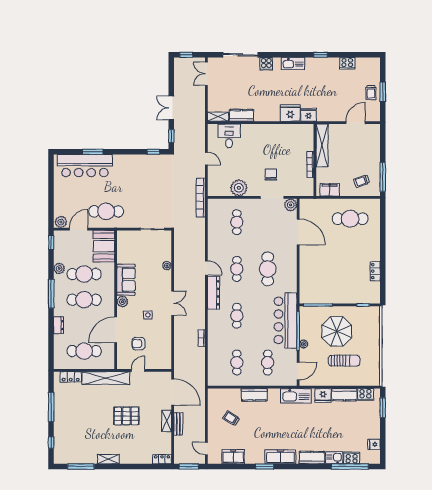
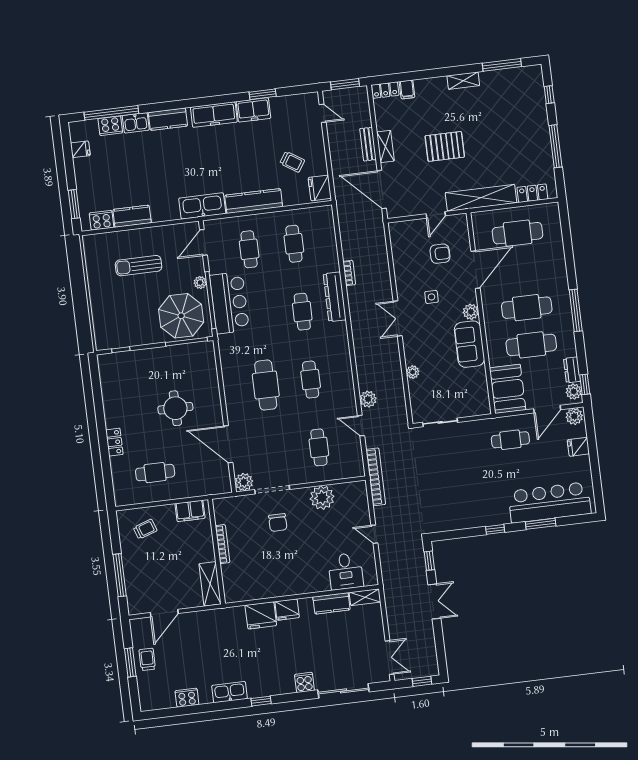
window: (320, 55) -> (261, 701), moved
kitchen sink: (293, 64) -> (229, 692), moved
fridge: (309, 115) -> (287, 610), moved
shelving: (322, 145) -> (210, 584), width x0.68
window: (153, 152) -> (495, 529), moved
window: (383, 177) -> (120, 575), moved
fridge: (61, 201) -> (578, 447), added
cafe table: (106, 211) -> (510, 440), width x0.73, depth x0.74
cafe table: (350, 219) -> (155, 473), width x0.73, depth x0.74
plant: (199, 251) -> (368, 399), added
round table: (331, 261) -> (175, 408), added
plant: (59, 268) -> (574, 392), moved
door: (206, 268) -> (361, 426), moved
locker: (375, 271) -> (114, 442), moved
dresser: (214, 293) -> (335, 297), moved
bar counter: (286, 320) -> (229, 303), width x0.73
dresser: (59, 325) -> (572, 370), moved
parasol: (337, 331) -> (181, 316), moved
kitchen counter: (254, 395) -> (254, 201), width x1.50
fridge: (323, 395) -> (320, 188), moved, turned -90
freezer: (233, 457) -> (253, 110), moved
filing cabinet: (147, 458) -> (407, 89), added
window: (265, 467) -> (263, 94), moved

